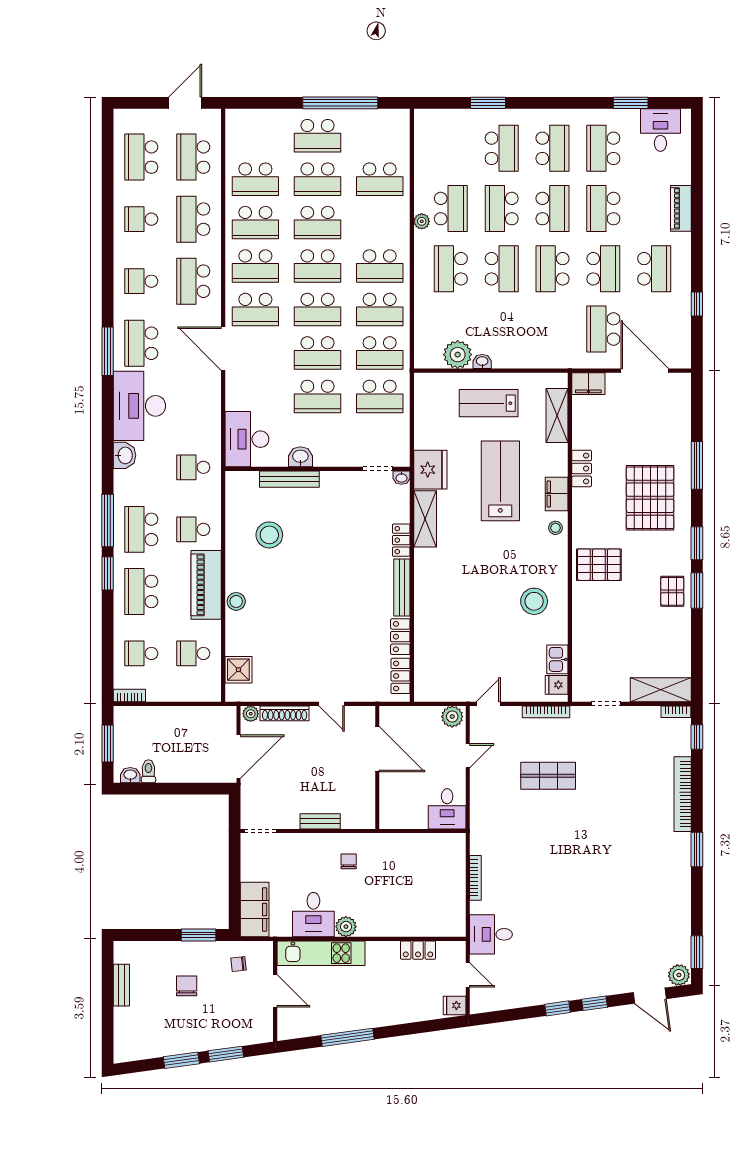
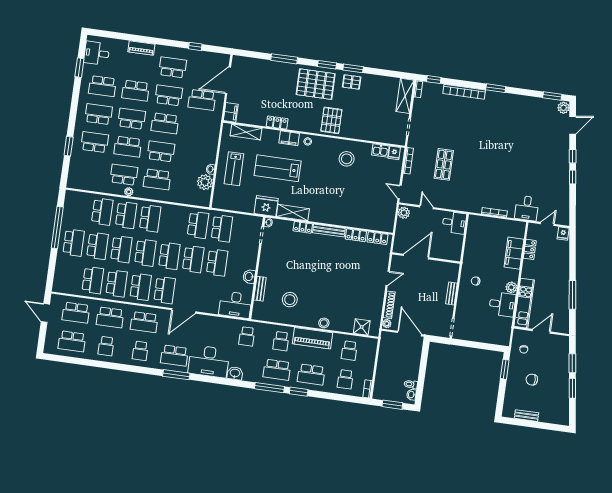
school desk: (380, 310) -> (126, 215), moved
bench: (289, 479) -> (260, 289), width x0.73
pallet: (650, 498) -> (316, 84), moved
filing cabinet: (255, 910) -> (514, 253), moved, turned -90

